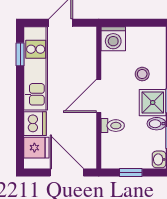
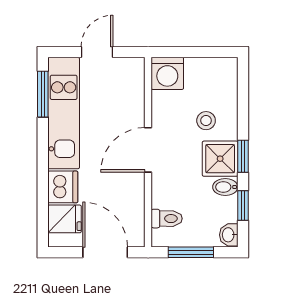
window: (20, 54) -> (43, 94), width x1.50
toilet: (113, 126) -> (167, 219), moved
window: (131, 172) -> (191, 252), width x1.50

